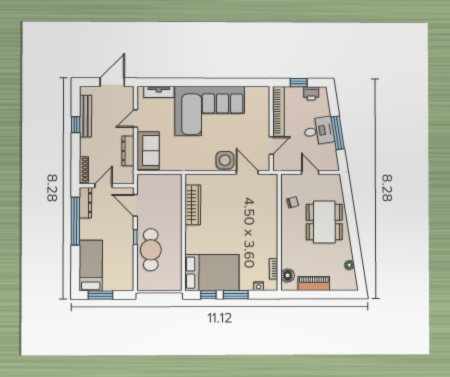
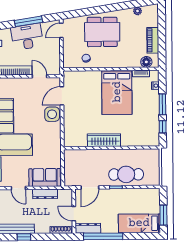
desk: (319, 131) -> (27, 37), width x1.37
door: (310, 172) -> (61, 30), moved
wardrobe: (193, 205) -> (104, 140), moved
bed: (212, 273) -> (117, 92), moved, turned 180

